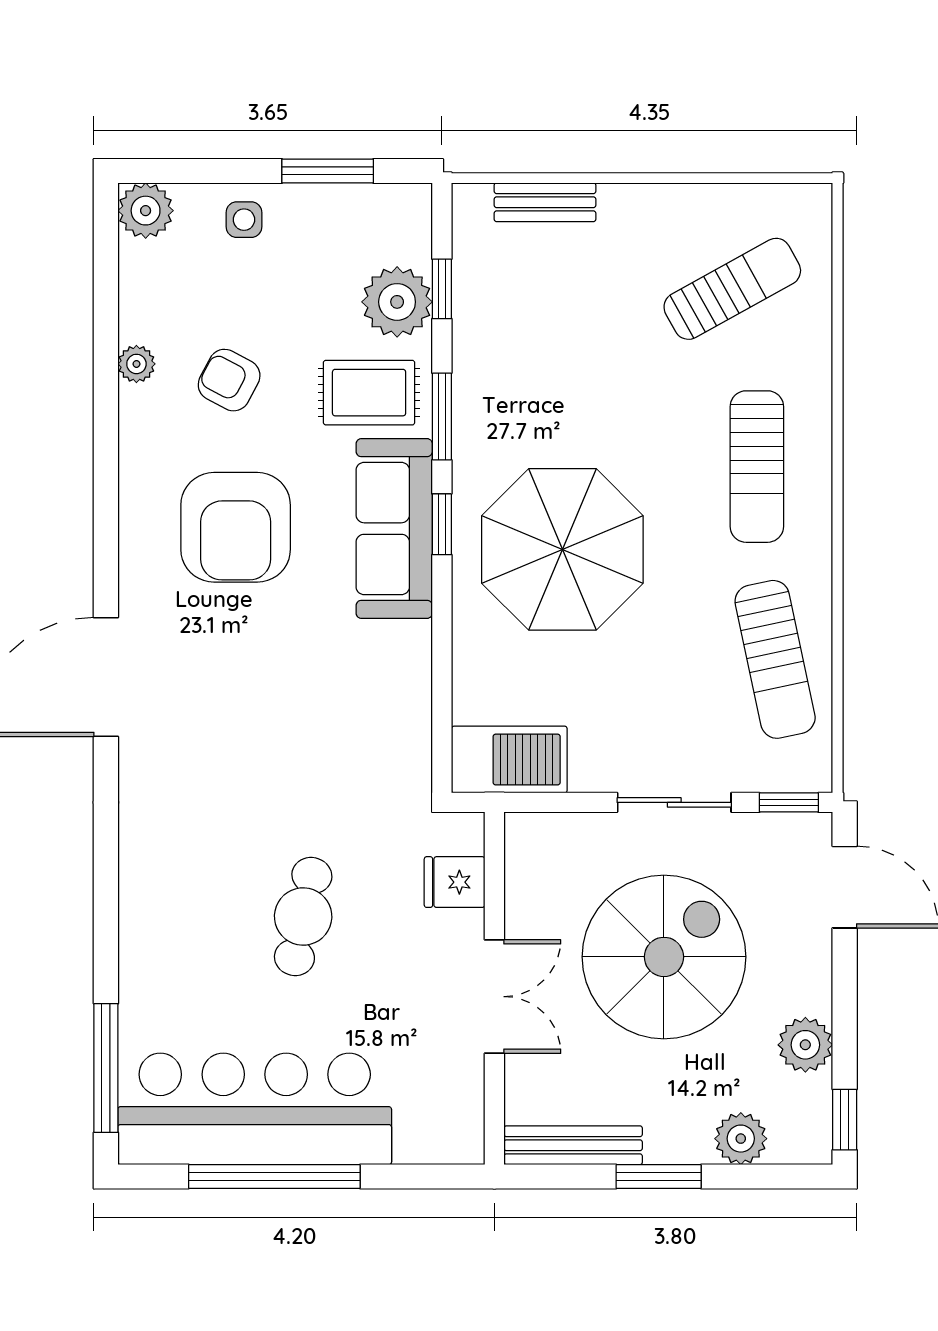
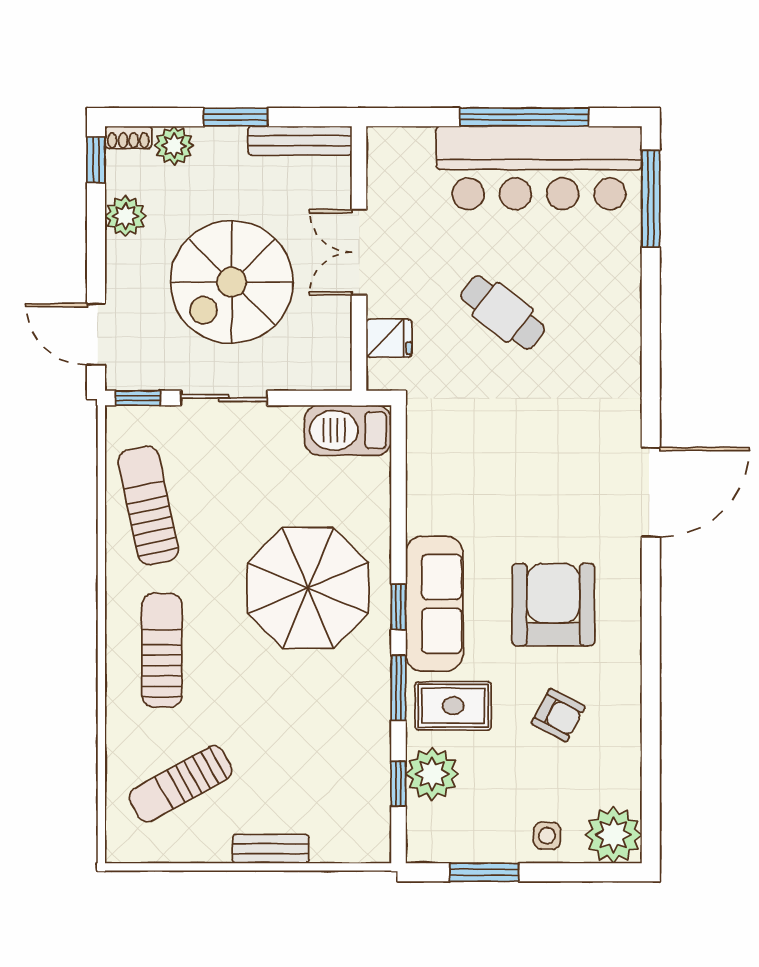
bench: (545, 202) -> (271, 849), moved
plant: (146, 211) -> (613, 835), width x1.36, depth x1.36
plant: (136, 364) -> (628, 727), removed
cafe table: (303, 916) -> (503, 312), turned -64
shoe rack: (802, 1150) -> (128, 137), added

